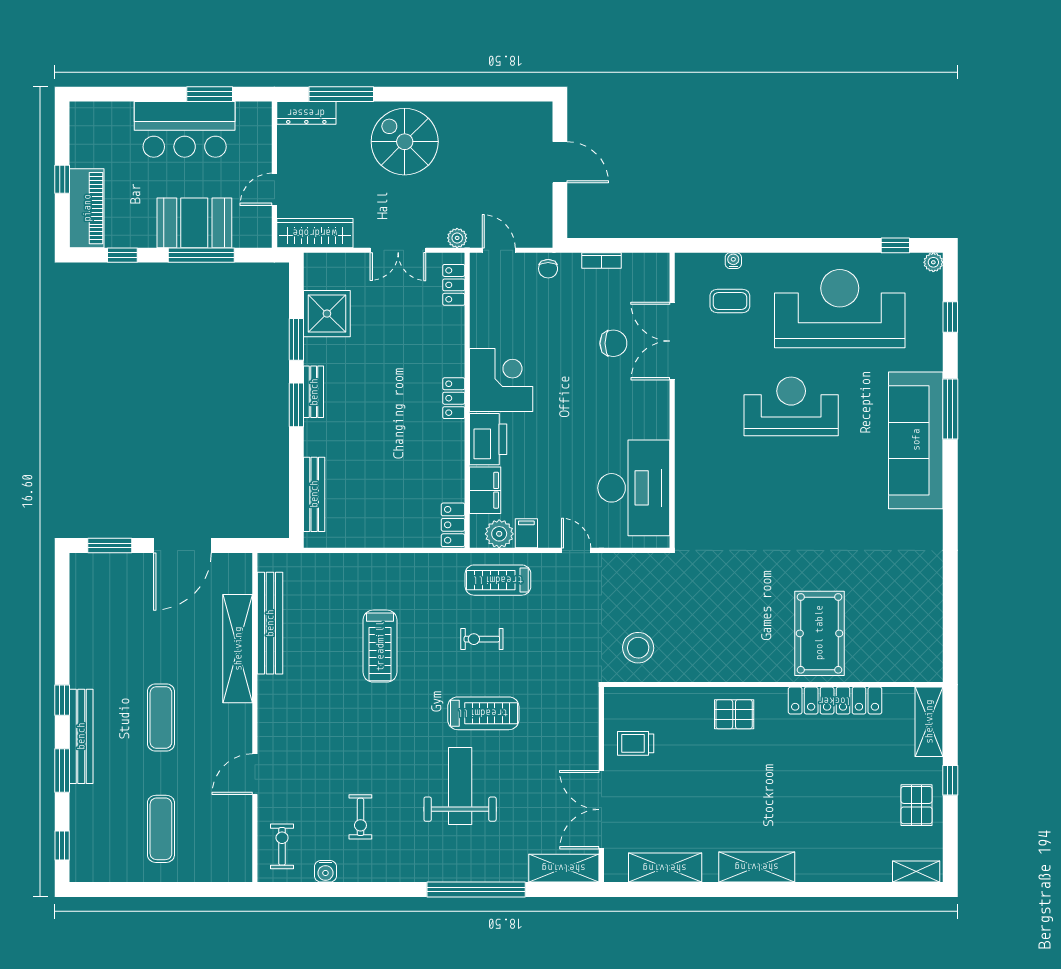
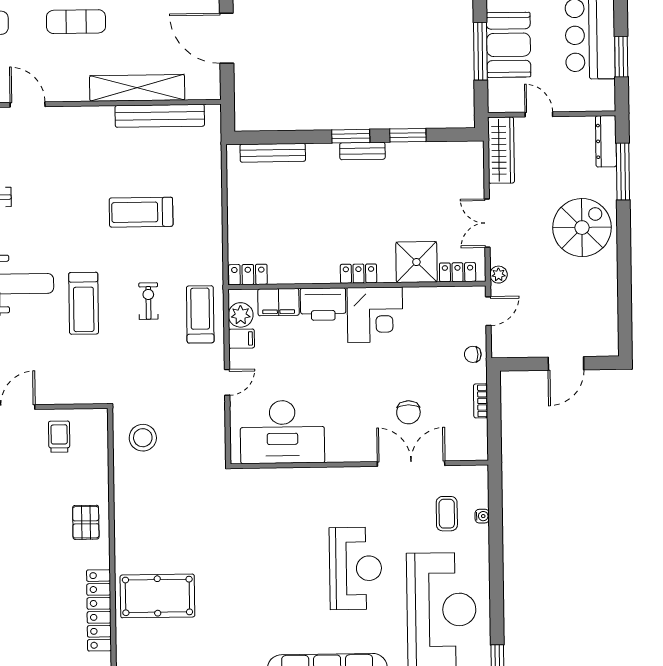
shower: (327, 314) -> (416, 262), moved

